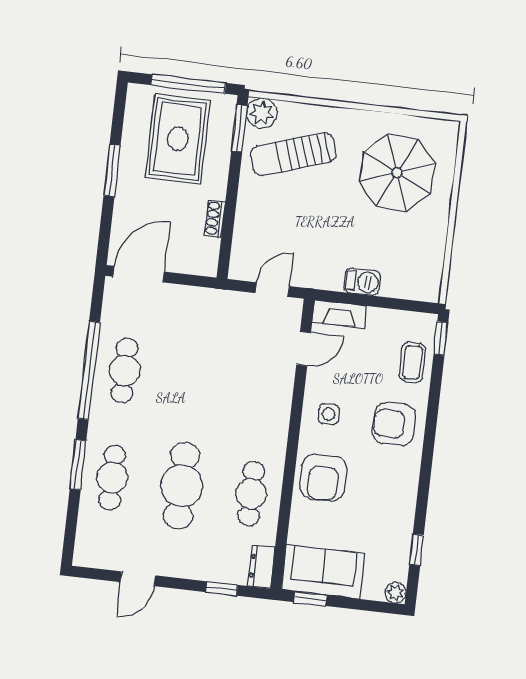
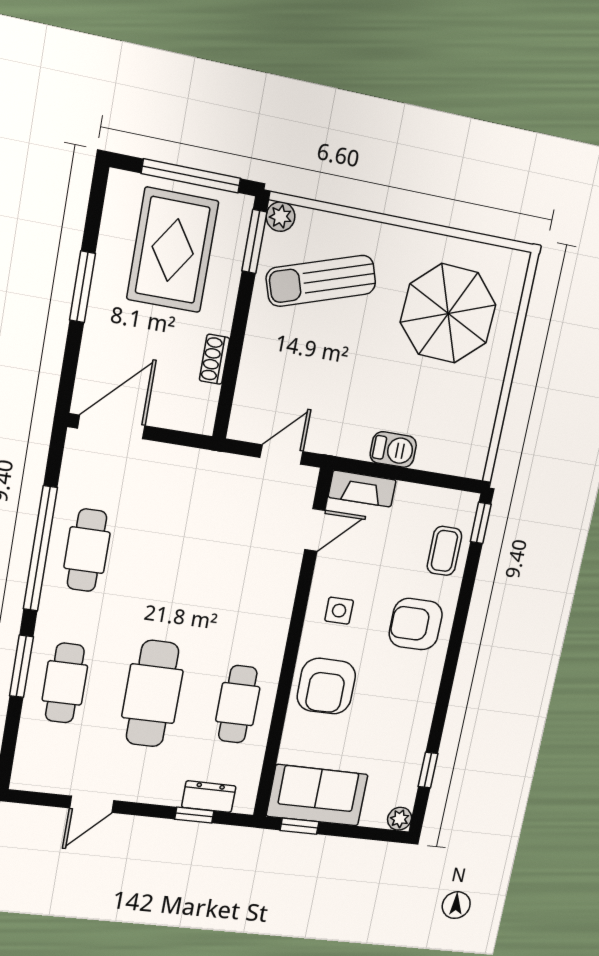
plant: (262, 113) -> (280, 217), width x0.73, depth x0.73
dresser: (261, 567) -> (209, 797), moved, turned 90

